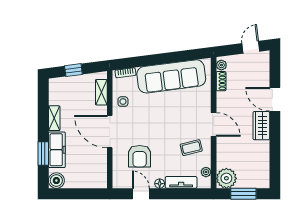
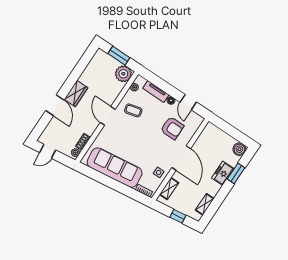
shelving: (54, 118) -> (205, 204), moved
freezer: (57, 150) -> (223, 173), width x0.71
armchair: (140, 156) -> (172, 128), turned 90

